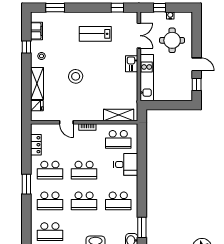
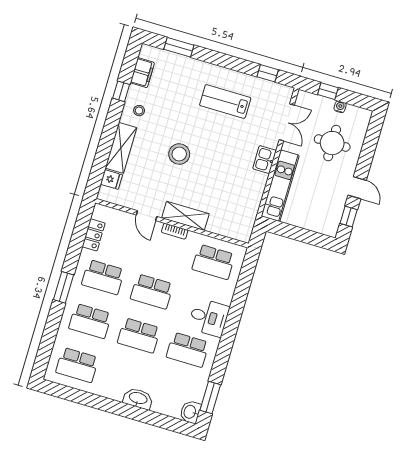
shelving: (119, 115) -> (185, 216), moved
desk: (126, 164) -> (209, 317), moved

